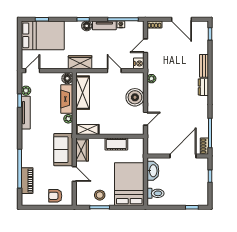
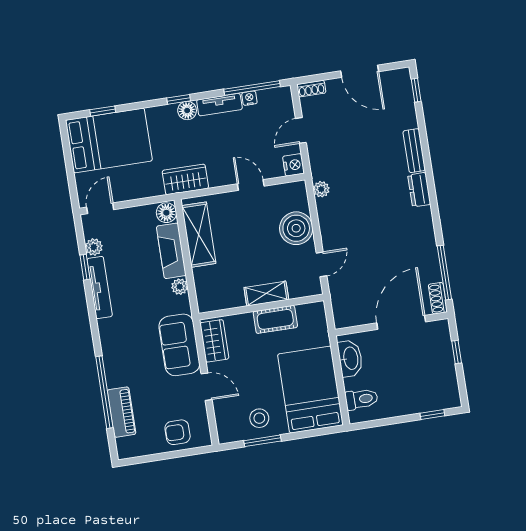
shelving: (88, 129) -> (266, 294), moved

